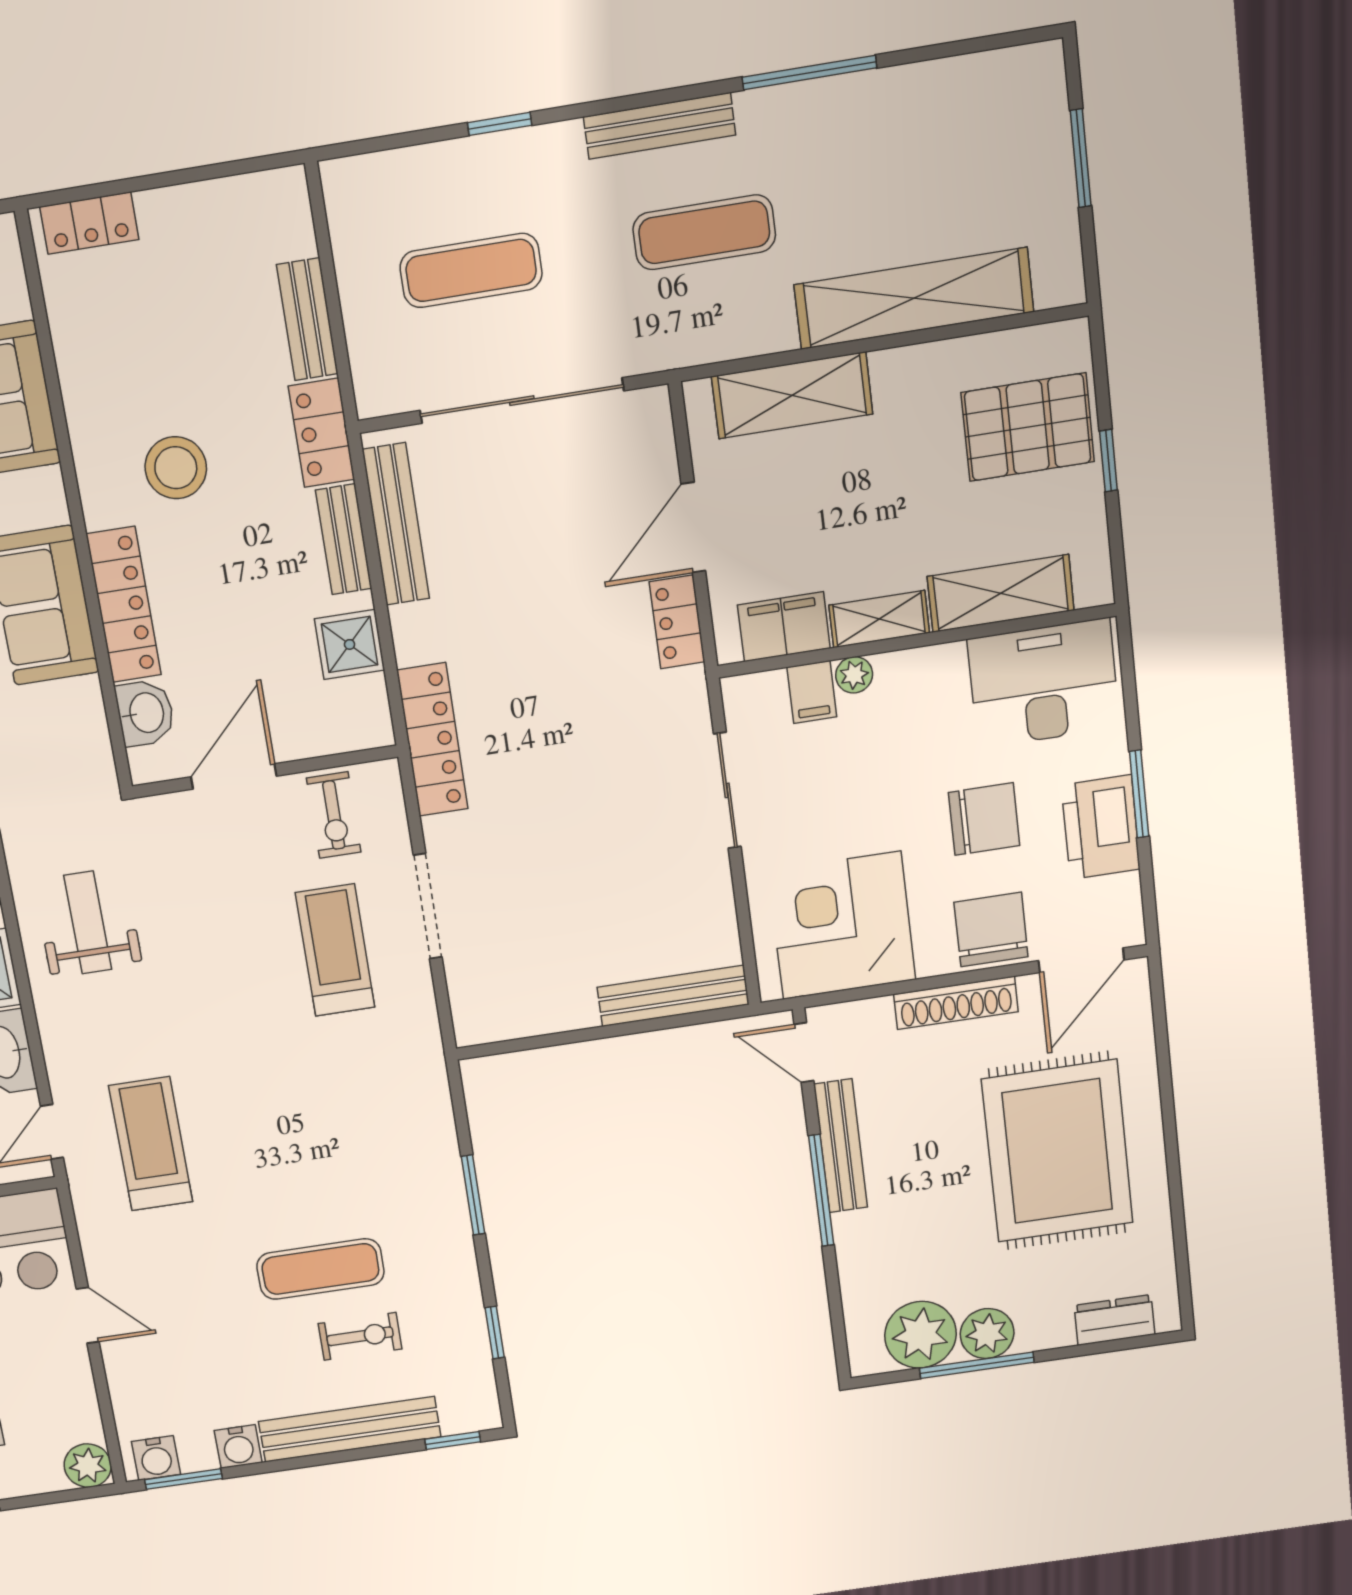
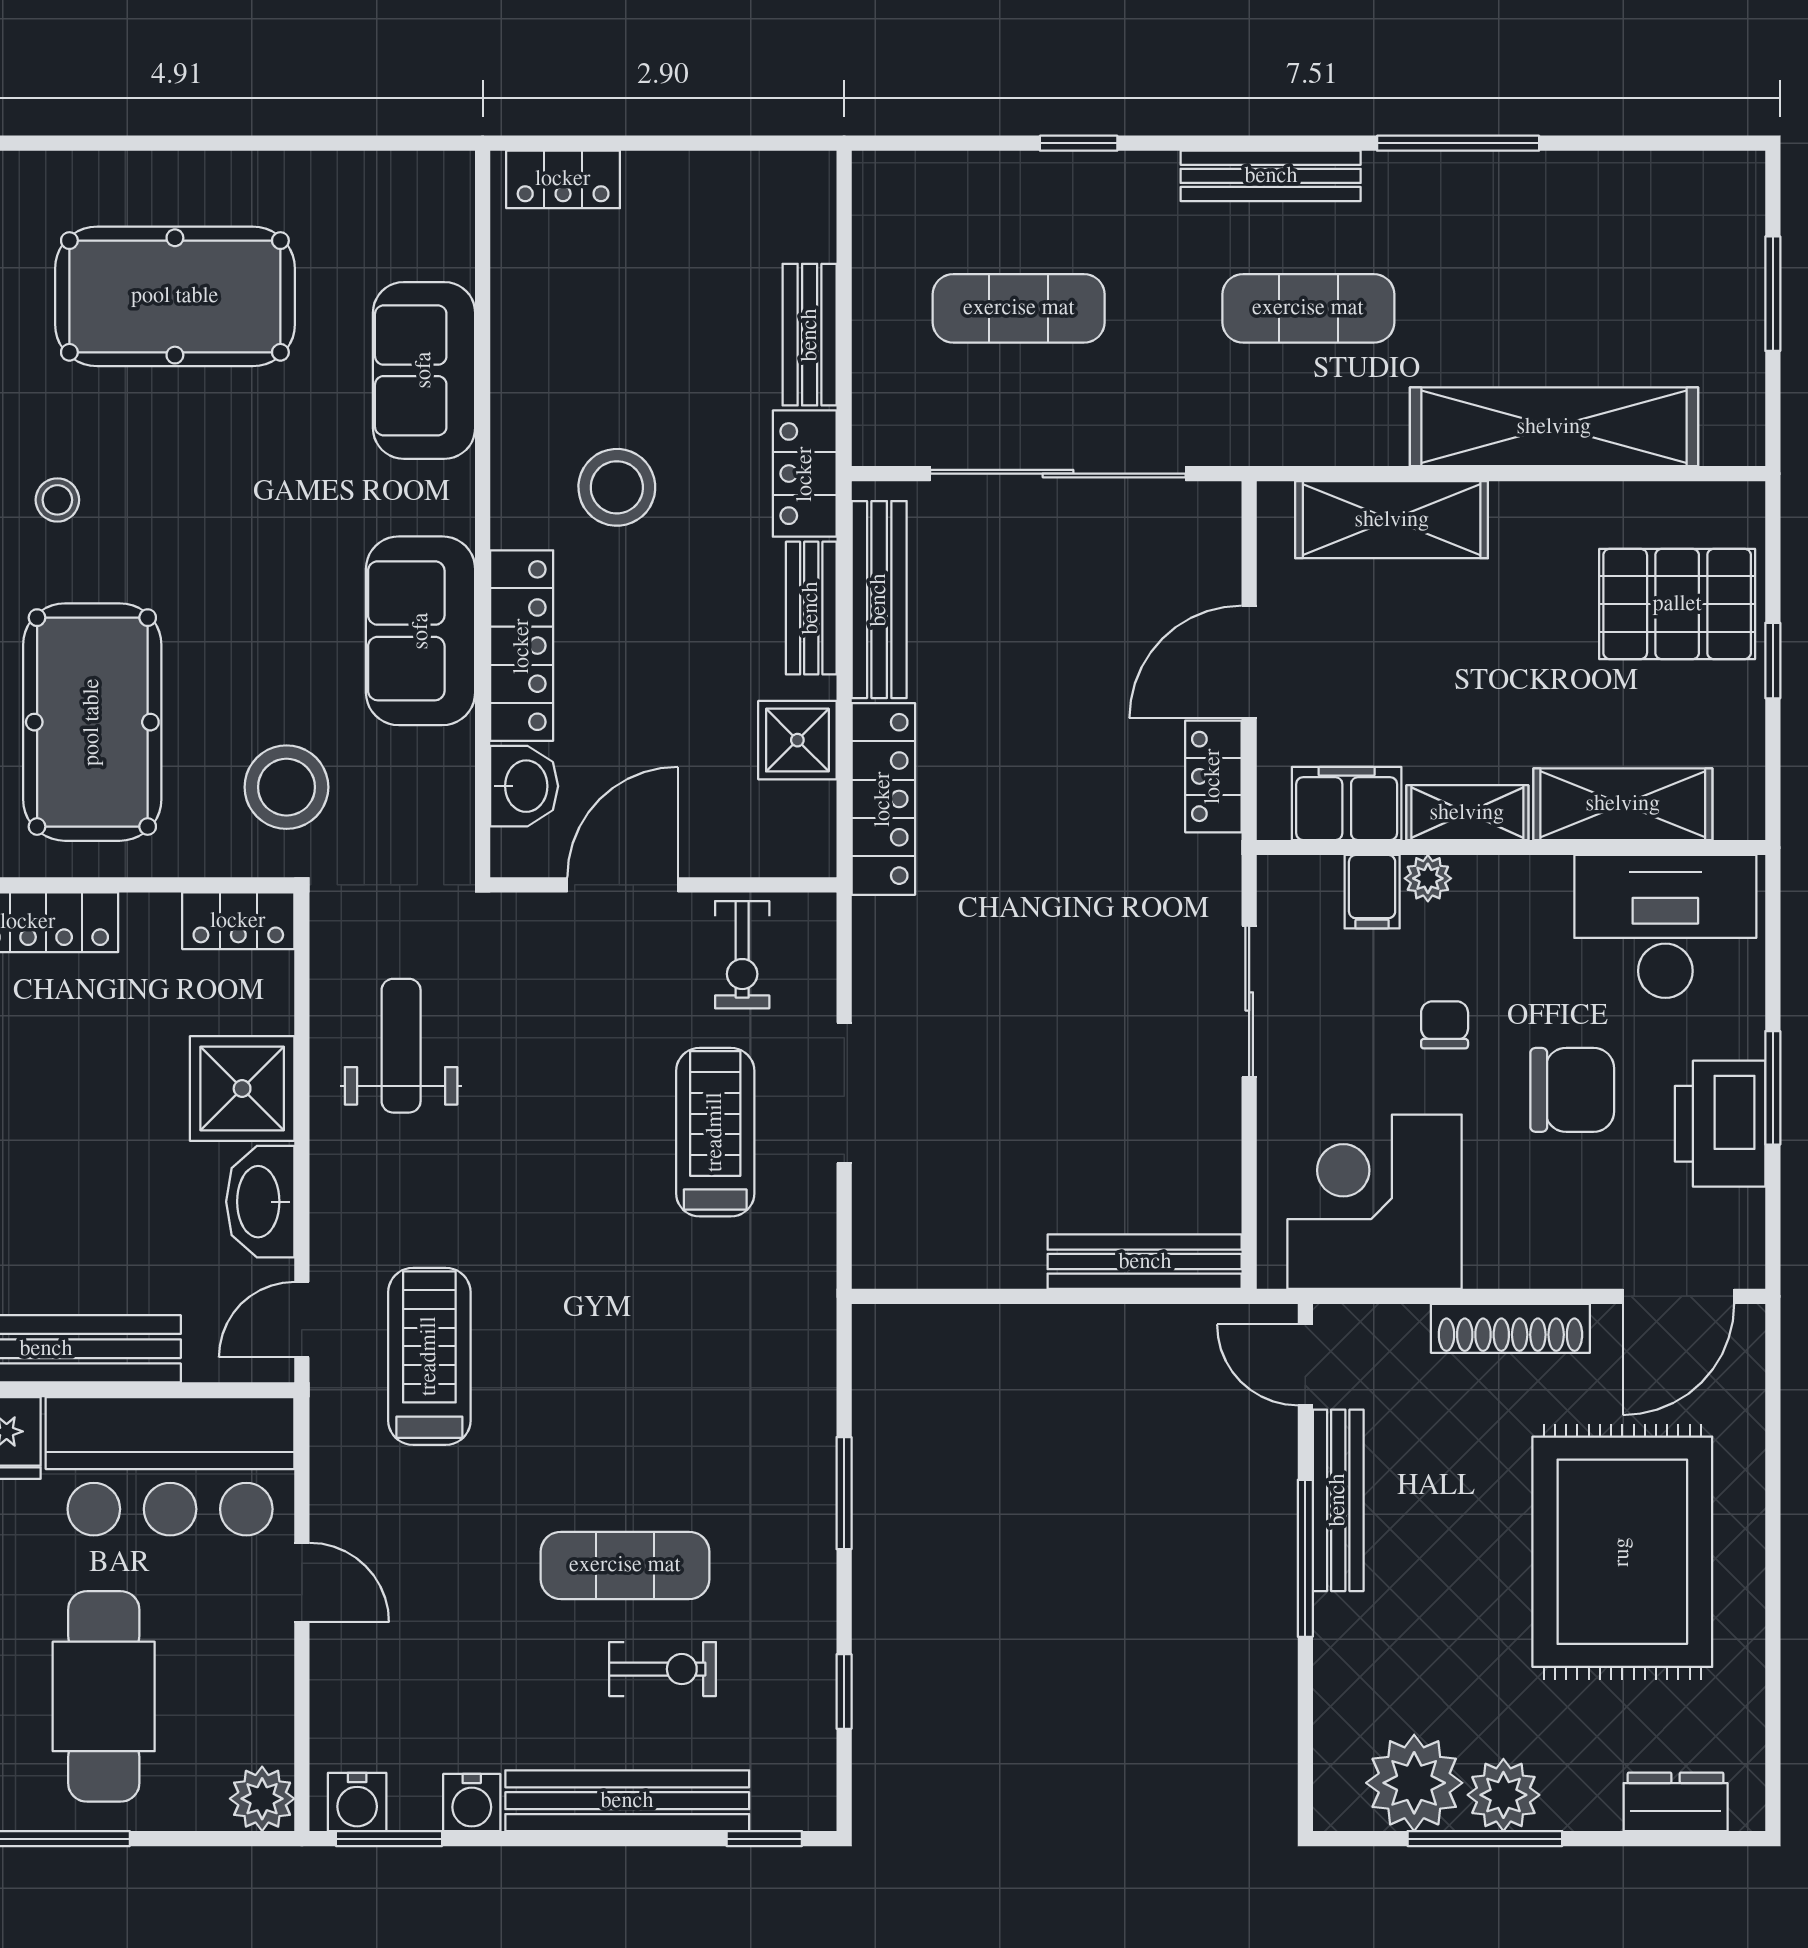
locker: (432, 740) -> (883, 799), moved
chair: (991, 930) -> (1445, 1025), moved, width x0.54, depth x0.54

